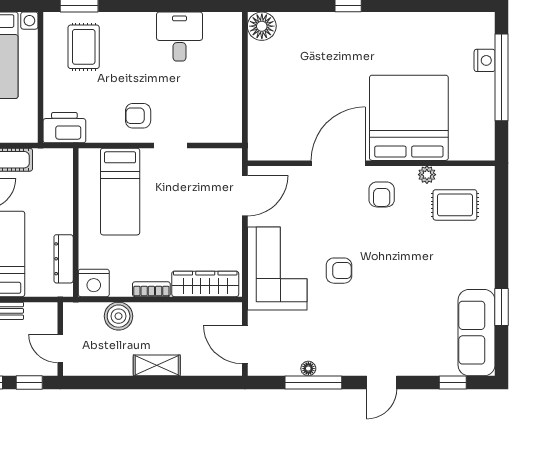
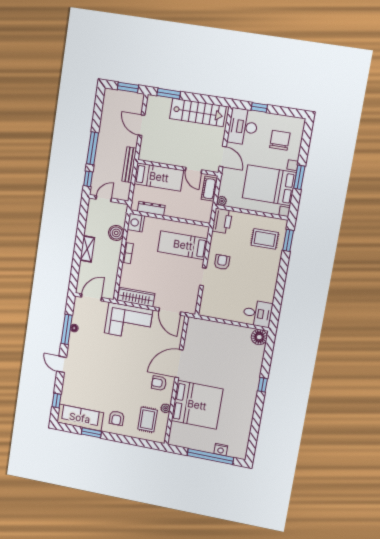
desk: (179, 37) -> (258, 313), moved
plant: (29, 134) -> (222, 201), added
door: (338, 163) -> (179, 364), swing flipped
armchair: (339, 271) -> (117, 418), moved
wardrobe: (205, 284) -> (136, 297), moved, turned -90

